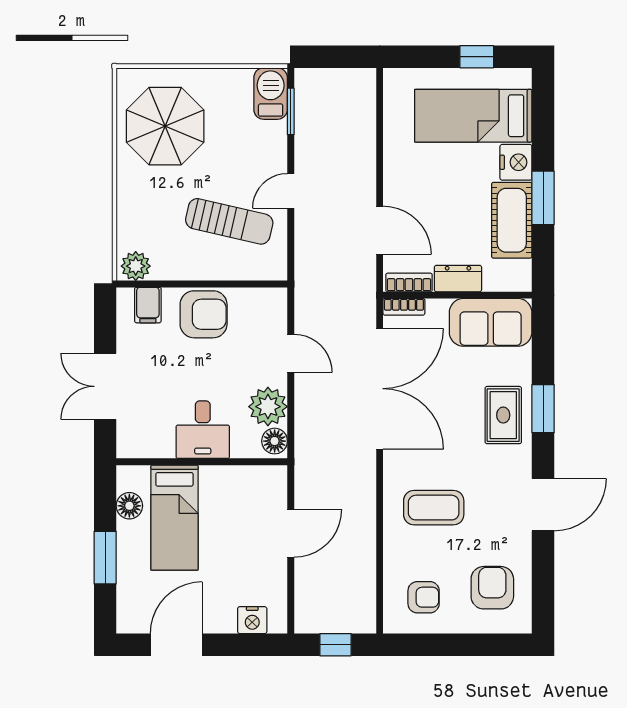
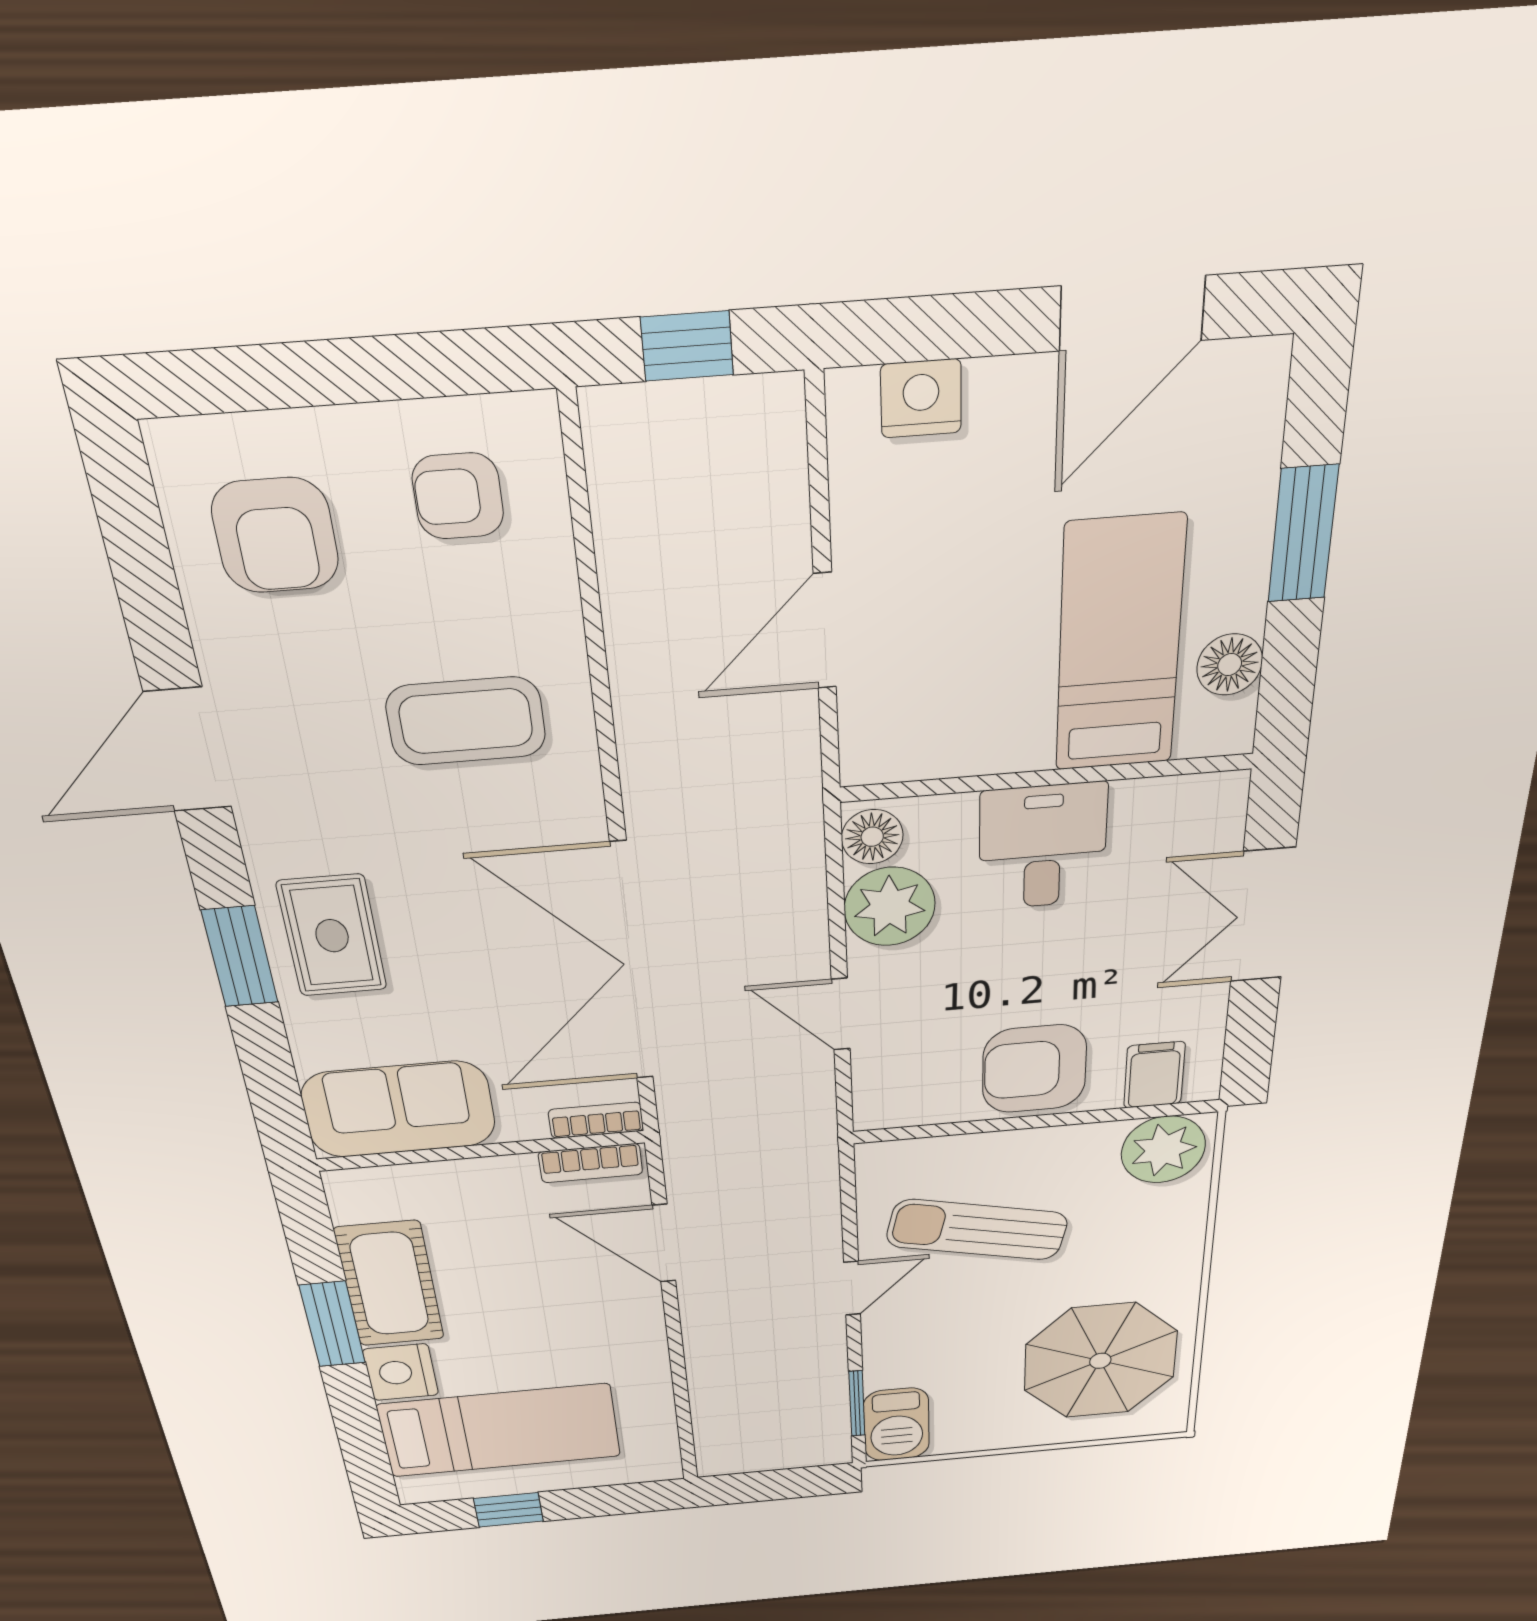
plant: (136, 266) -> (1163, 1150), width x1.36, depth x1.36
dresser: (458, 279) -> (485, 1179), removed
double door: (105, 386) -> (1263, 915), swing flipped

